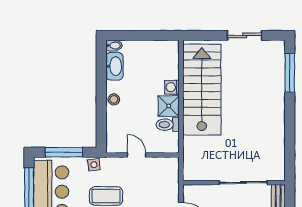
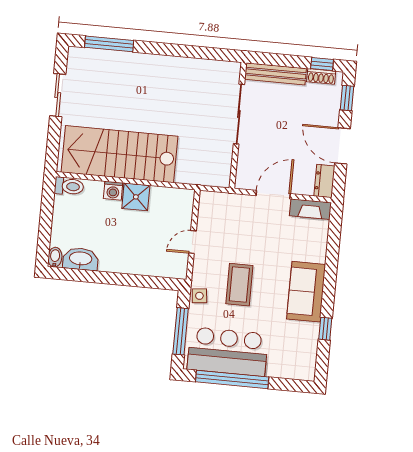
stool: (114, 99) -> (121, 264), removed
toilet: (168, 125) -> (69, 186), moved, turned -90

